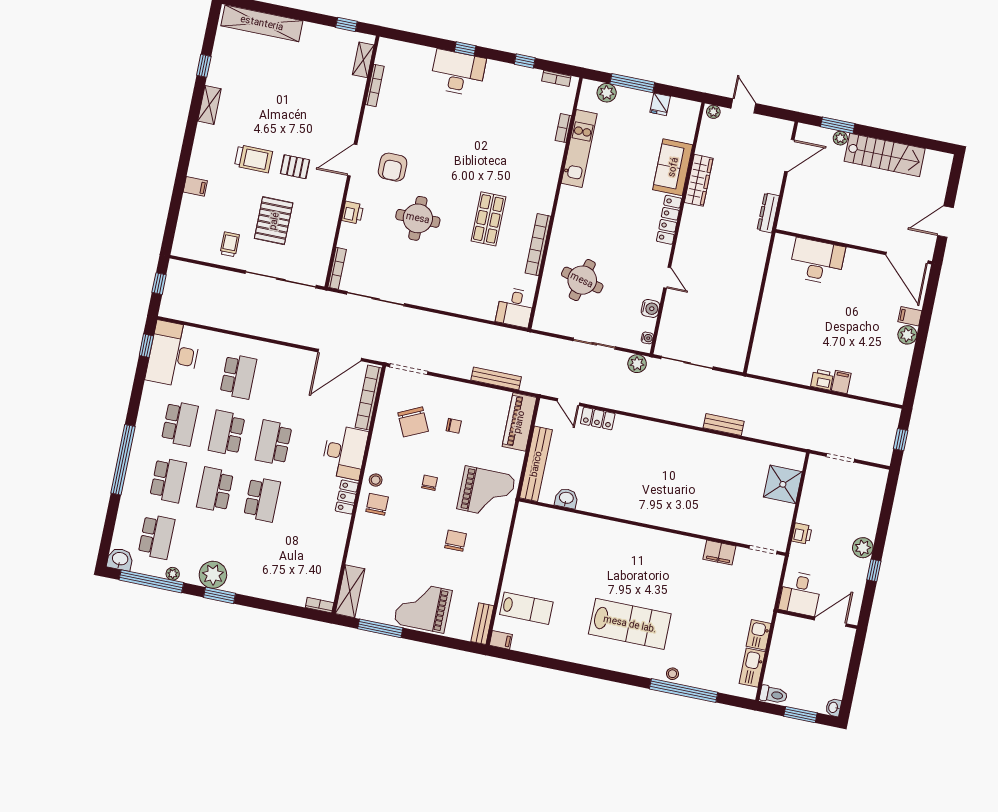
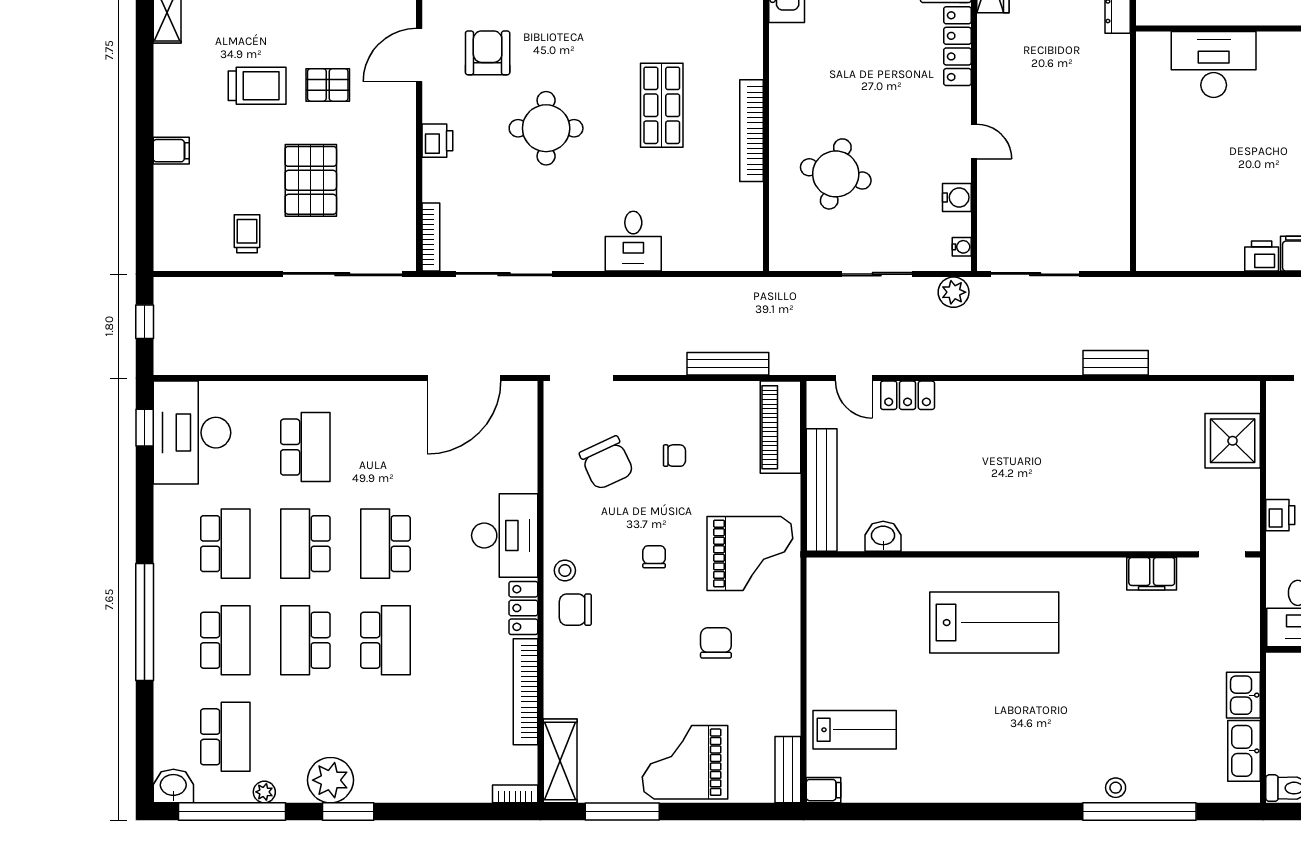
armchair: (393, 167) -> (488, 53), turned 180
desk: (515, 307) -> (633, 241), moved
bookcase: (368, 398) -> (526, 692), moved
chair: (377, 504) -> (575, 610), turned -90
lab bench: (630, 624) -> (994, 623), moved

